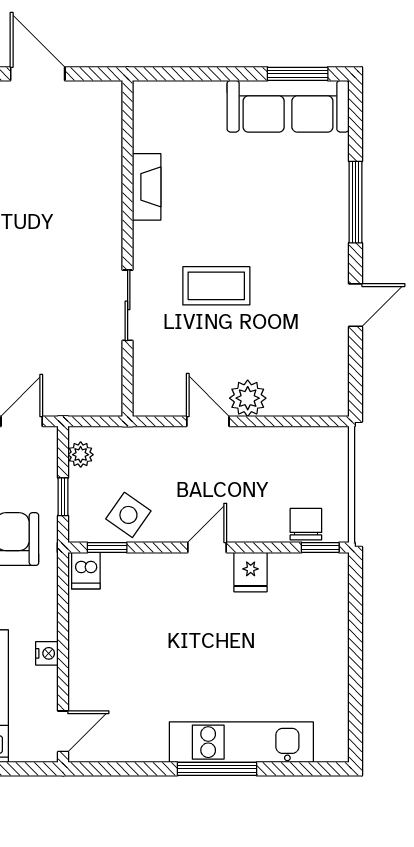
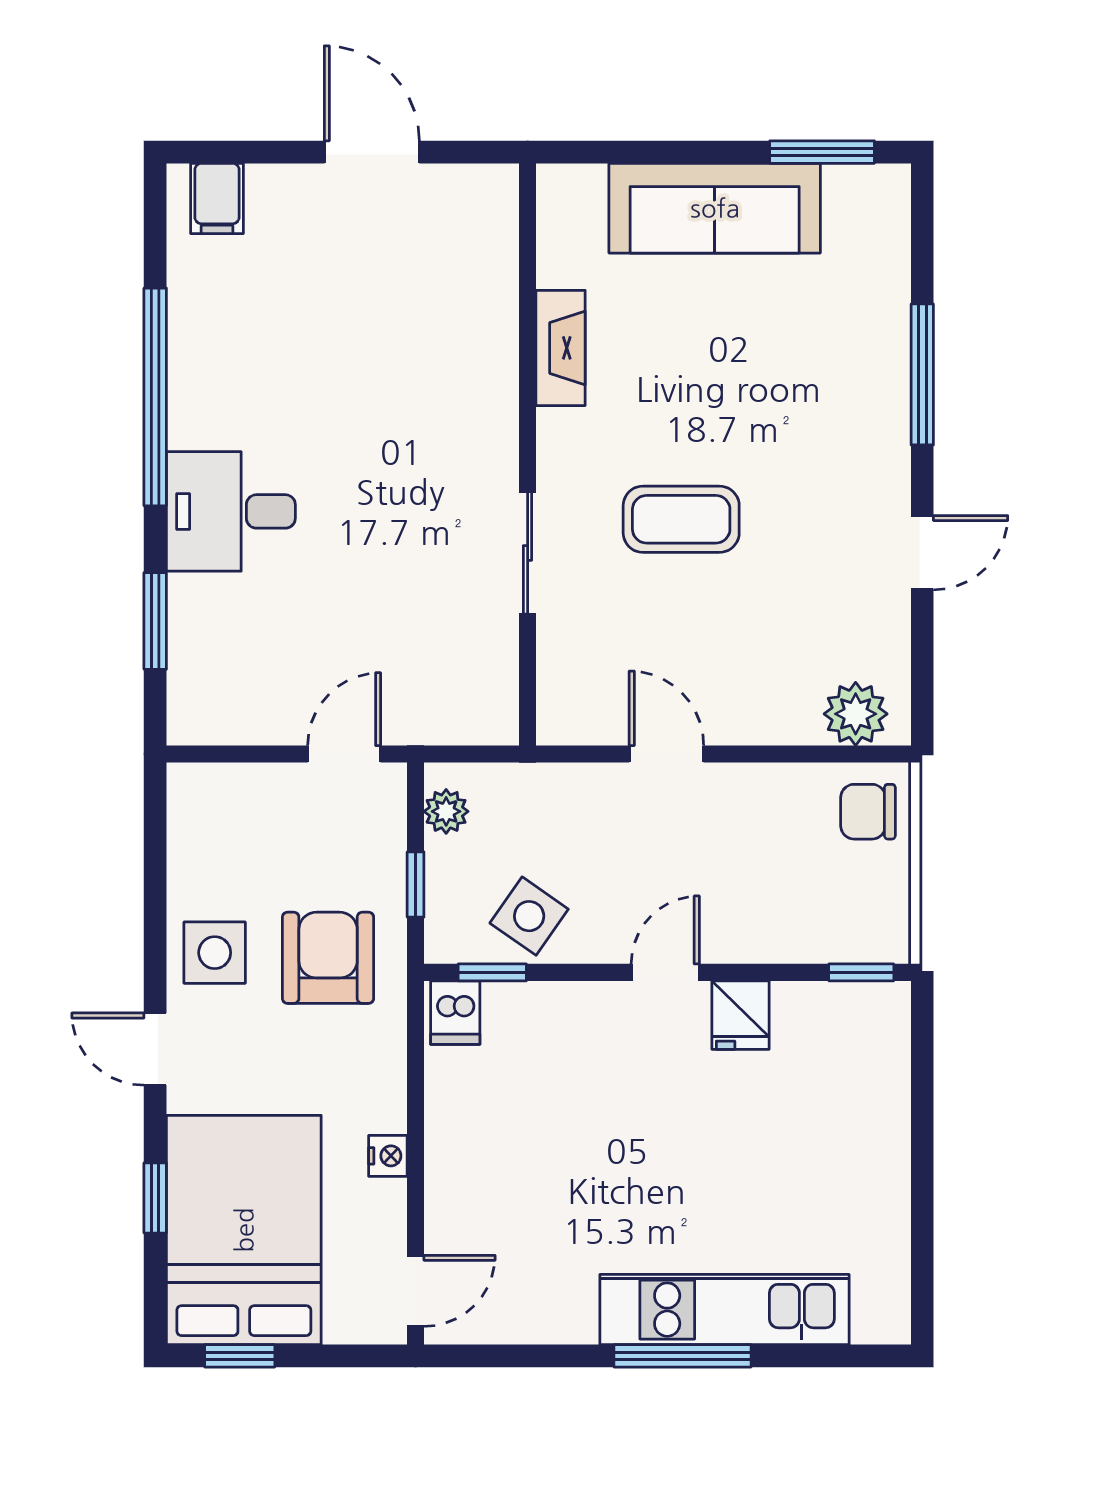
sofa: (288, 106) -> (715, 208), moved
plant: (248, 398) -> (856, 714), moved
chair: (306, 524) -> (868, 812), moved, turned -90

